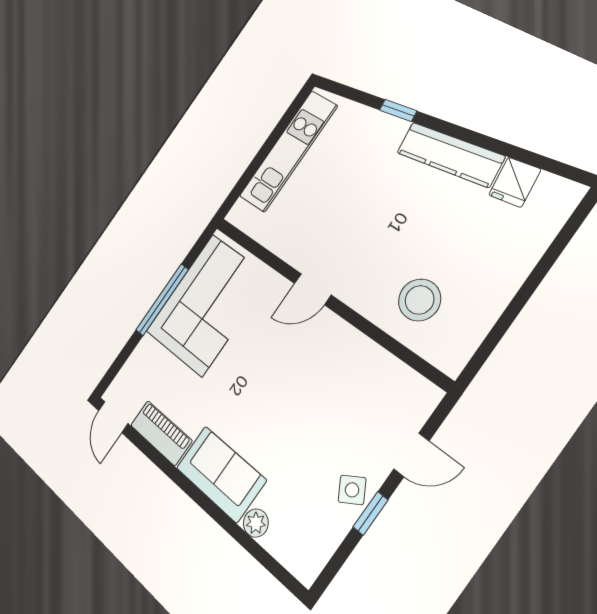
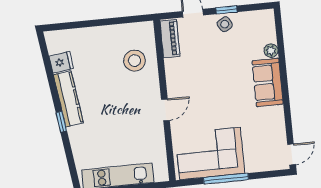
window: (398, 110) -> (61, 122), moved
door: (313, 289) -> (165, 110), hinge flipped
piano: (161, 433) -> (170, 39), moved, turned 180

